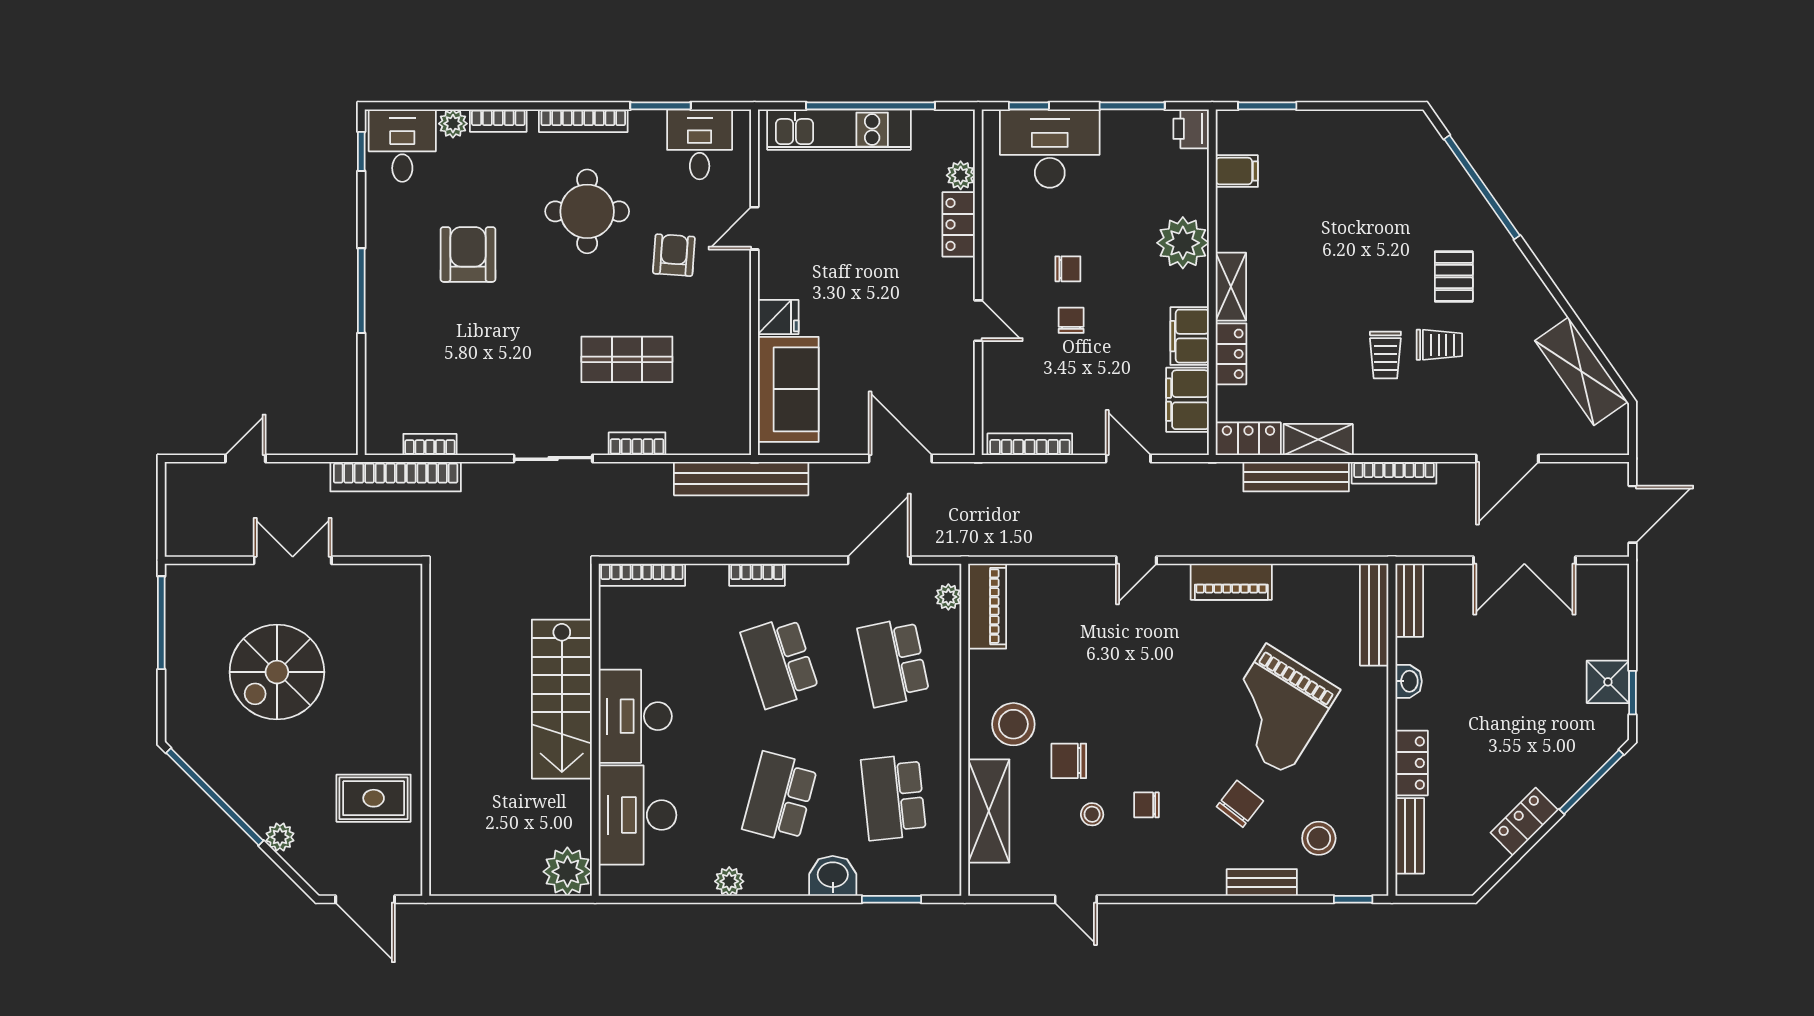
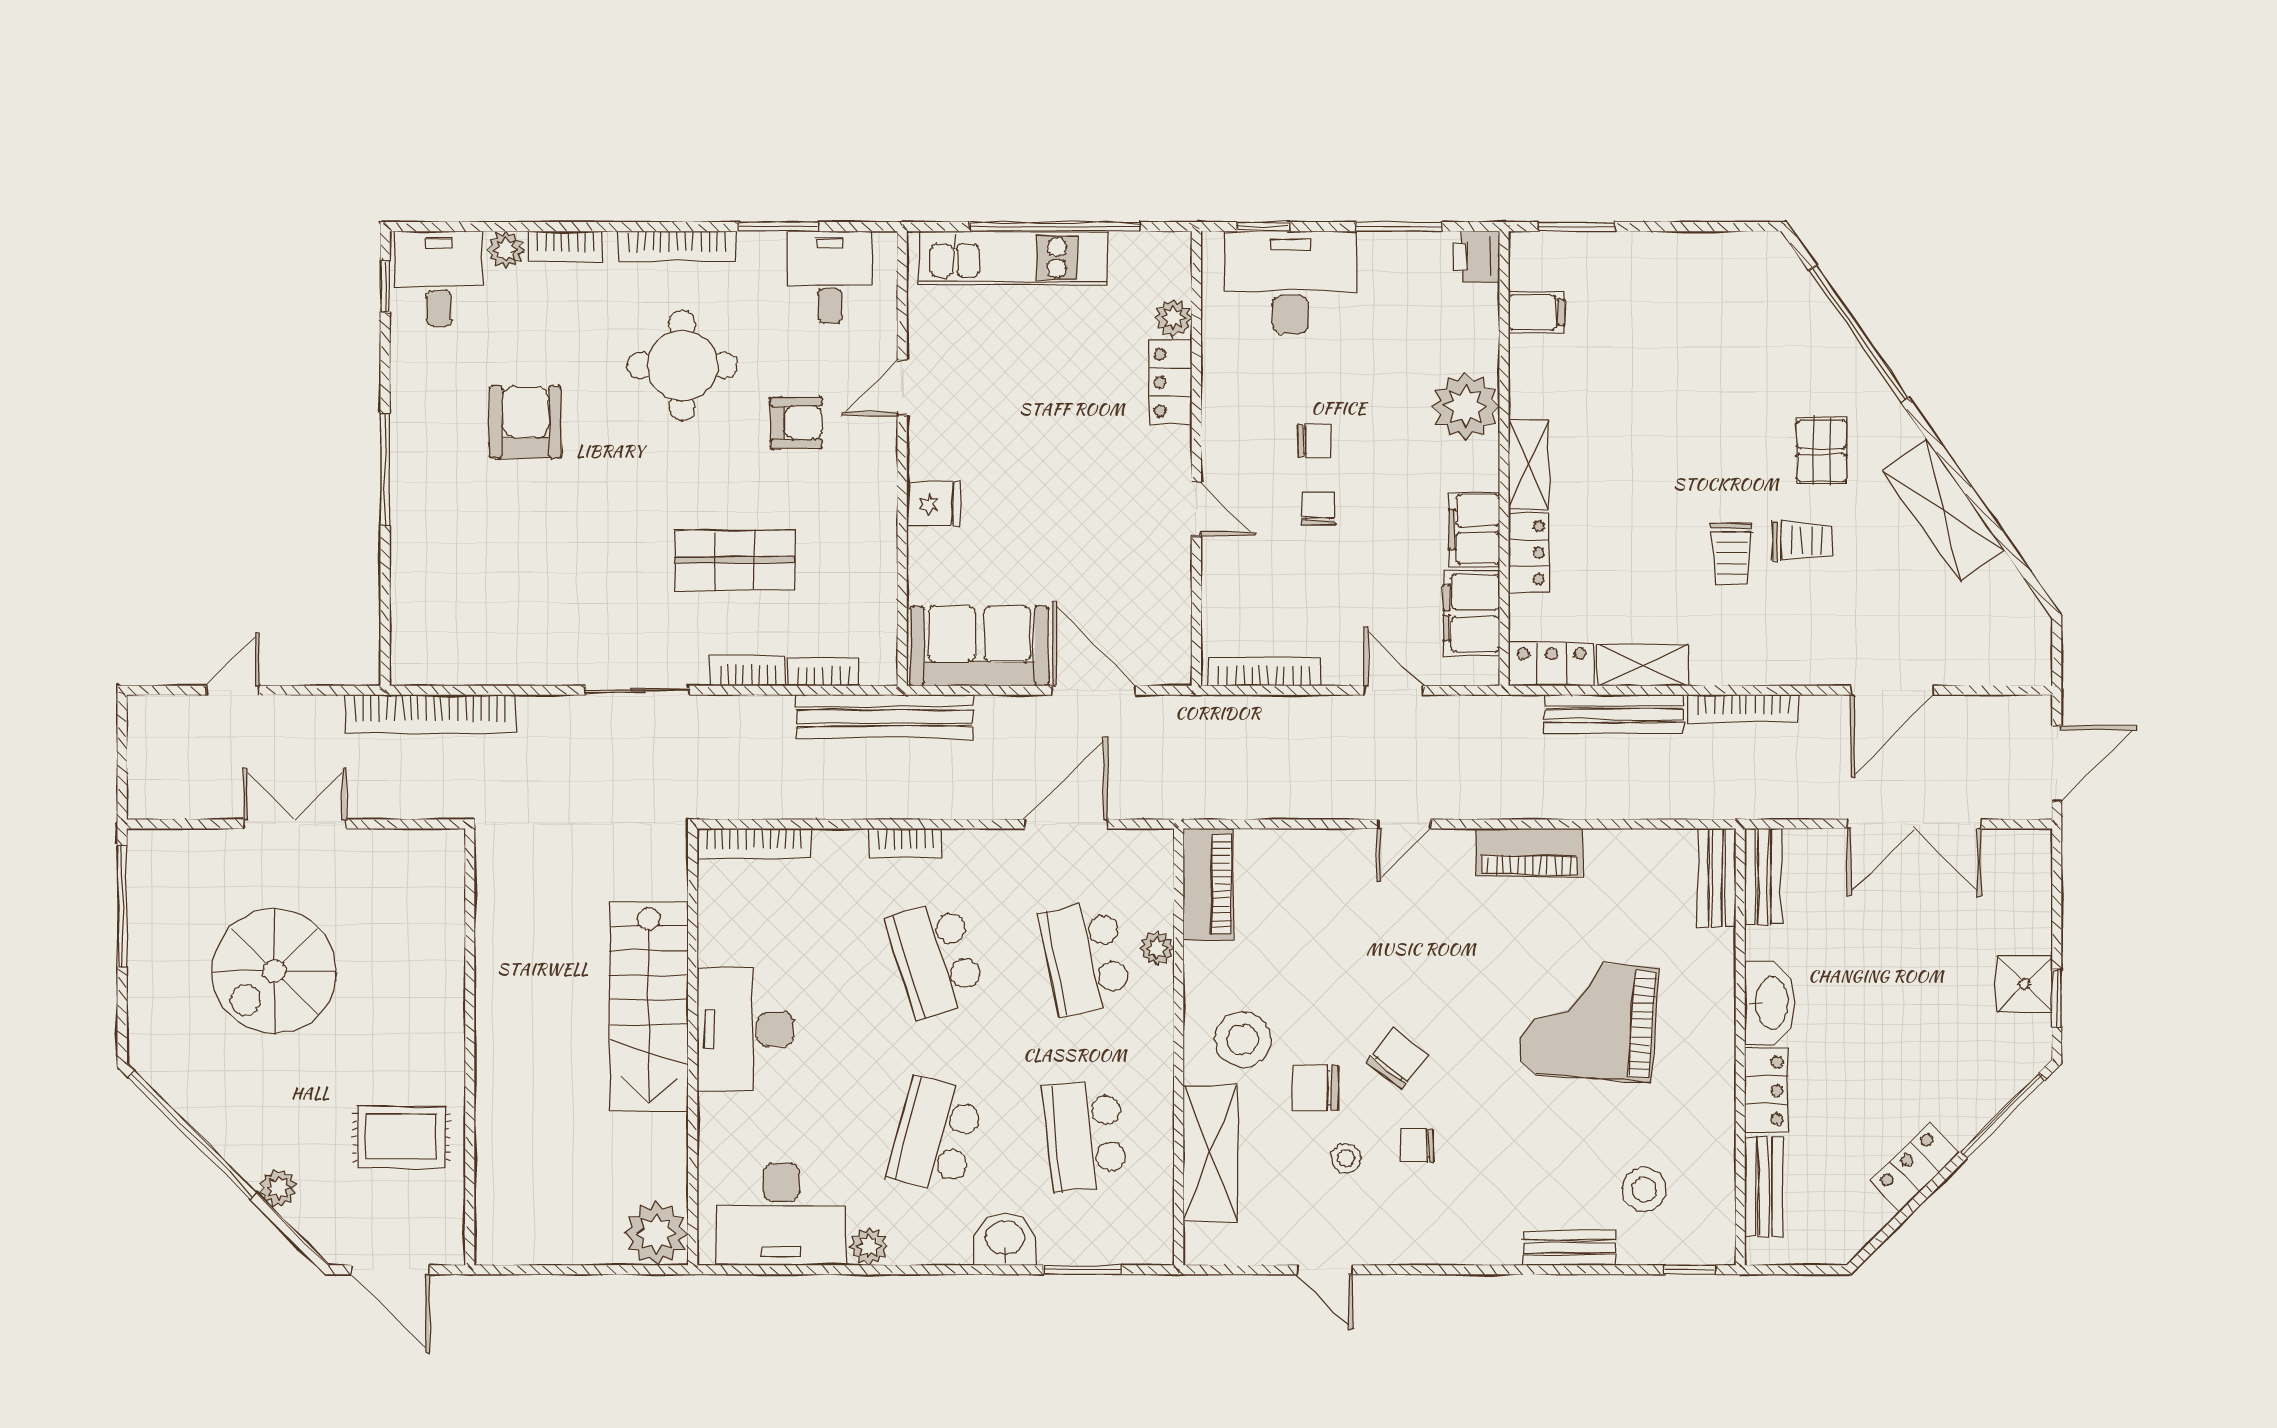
armchair: (674, 255) -> (796, 423), turned 86
shelving: (1581, 371) -> (1943, 510), moved
sofa: (788, 389) -> (979, 646), moved, turned -90
bookcase: (430, 444) -> (824, 672), moved
plant: (948, 597) -> (1157, 948), moved
bench: (1374, 615) -> (1717, 878), width x0.73
washbasin: (1409, 681) -> (1770, 1003), width x1.91, depth x1.45
grand piano: (1276, 710) -> (1589, 1020), turned 62
chair: (1240, 804) -> (1397, 1059), moved
desk: (637, 815) -> (781, 1214), moved, turned -90

